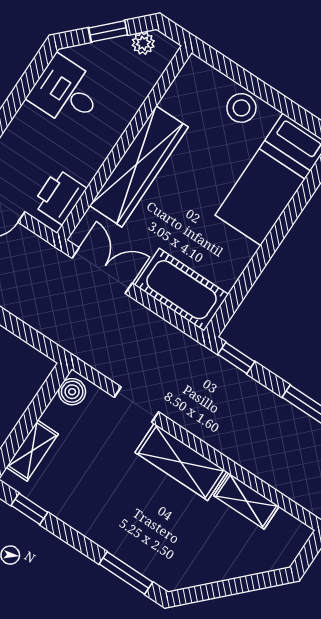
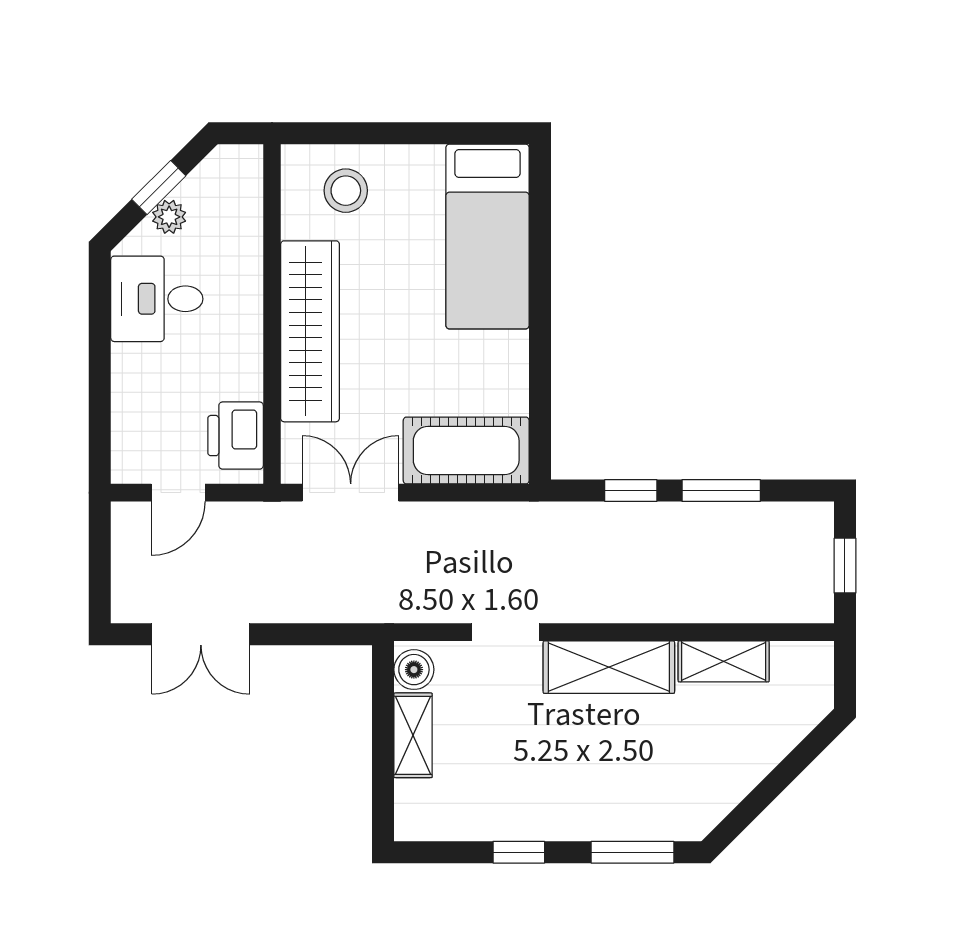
plant: (143, 43) -> (169, 217), moved
stool: (241, 108) -> (346, 191), moved
window: (236, 358) -> (631, 491), moved
shelving: (32, 451) -> (413, 735), moved
window: (29, 509) -> (519, 852), moved

